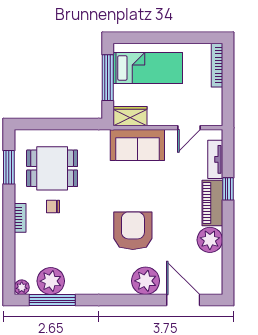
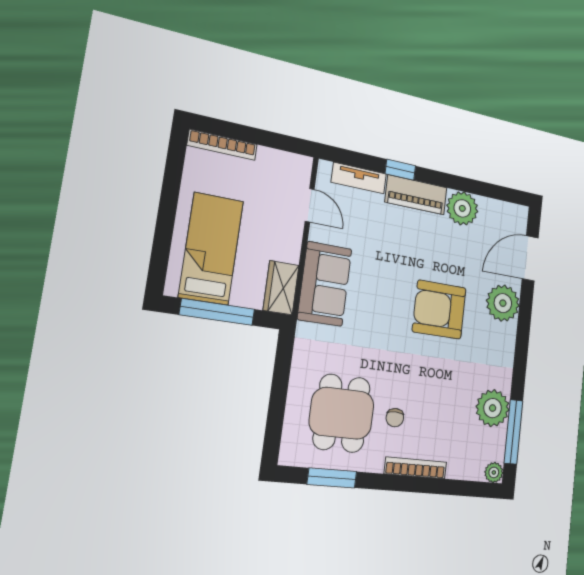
bookcase: (20, 218) -> (416, 468), width x1.56
plant: (51, 281) -> (493, 408), moved

